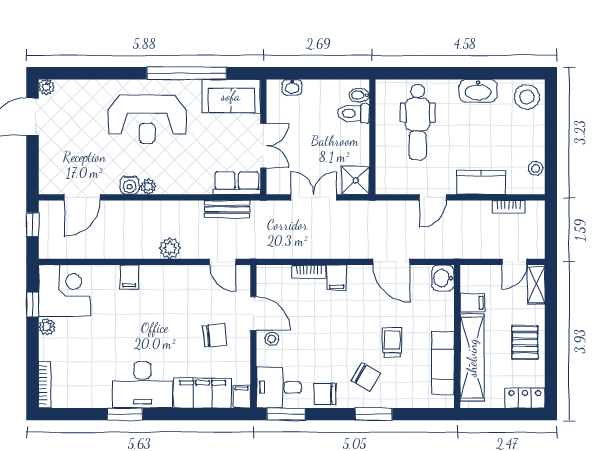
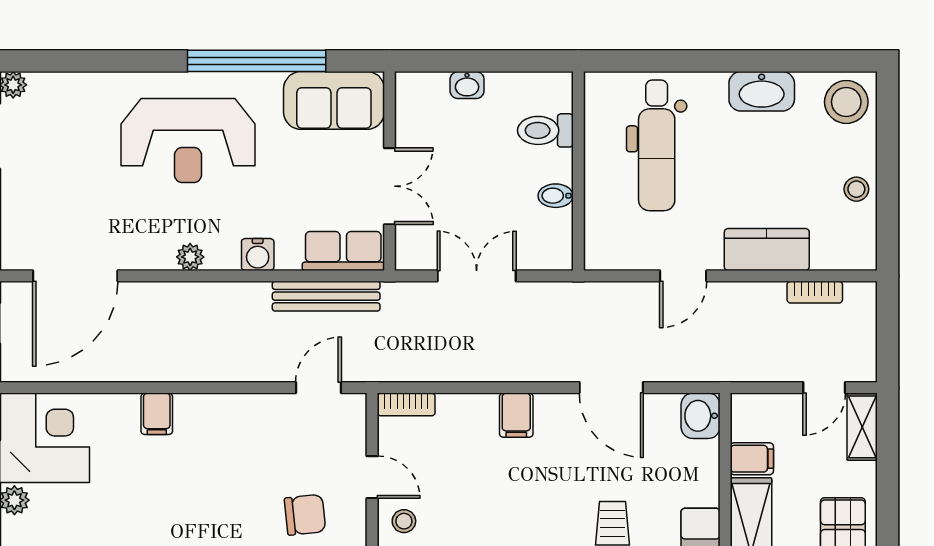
washbasin: (292, 87) -> (467, 85), moved
bidet: (359, 95) -> (556, 196), moved
stool: (536, 168) -> (856, 189), moved
shower: (355, 180) -> (549, 247), removed
water cooler: (130, 185) -> (258, 255), moved
door: (82, 197) -> (75, 276), width x1.36
bench: (227, 209) -> (326, 296), width x1.36
plant: (170, 248) -> (227, 364), removed
door: (222, 262) -> (318, 388), swing flipped
bookcase: (309, 272) -> (406, 404), moved
door: (253, 313) -> (372, 477), width x0.73

